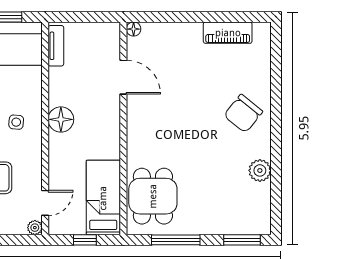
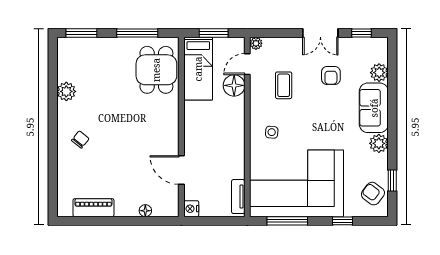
floor lamp: (134, 29) -> (145, 211), moved
nightstand: (112, 31) -> (191, 209), added
chair: (243, 113) -> (80, 139), width x0.54, depth x0.54
floor lamp: (61, 119) -> (234, 85), moved
window: (85, 240) -> (214, 33), width x1.50

